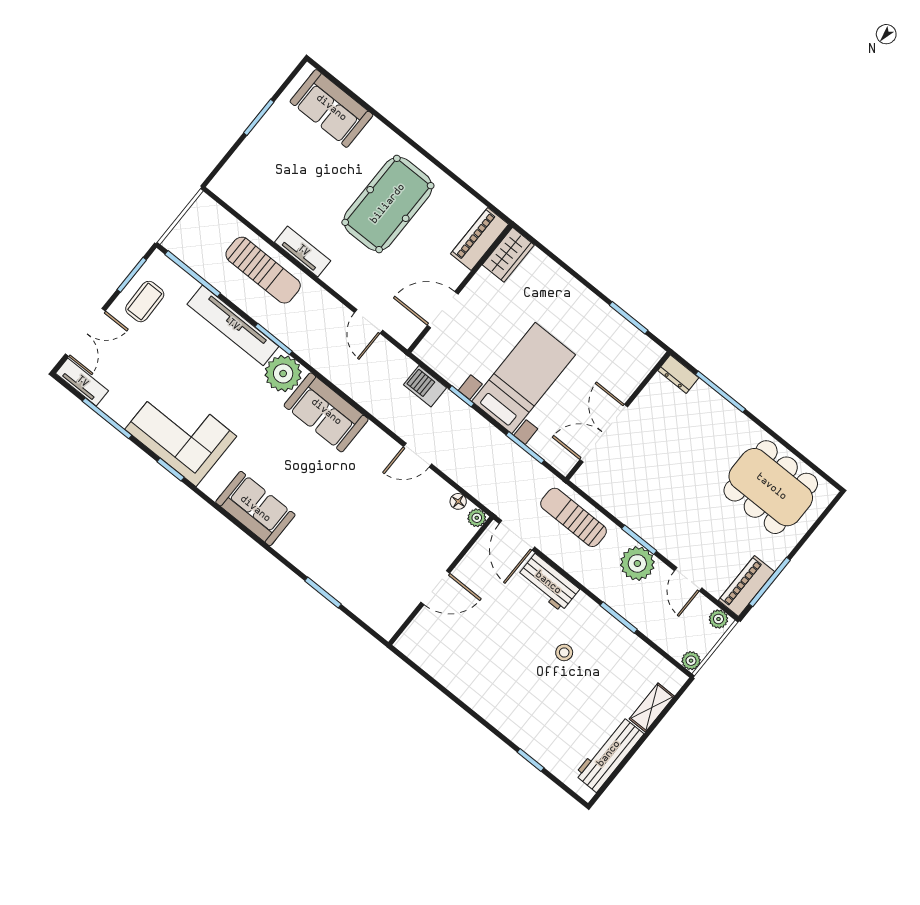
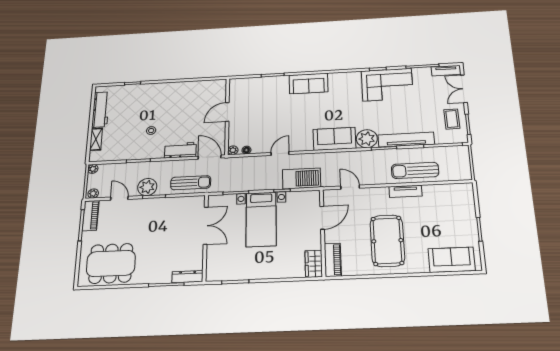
dresser: (678, 374) -> (187, 277), width x1.44
barbecue: (425, 386) -> (301, 178), width x1.88, depth x1.53
sofa: (255, 509) -> (309, 83), moved

